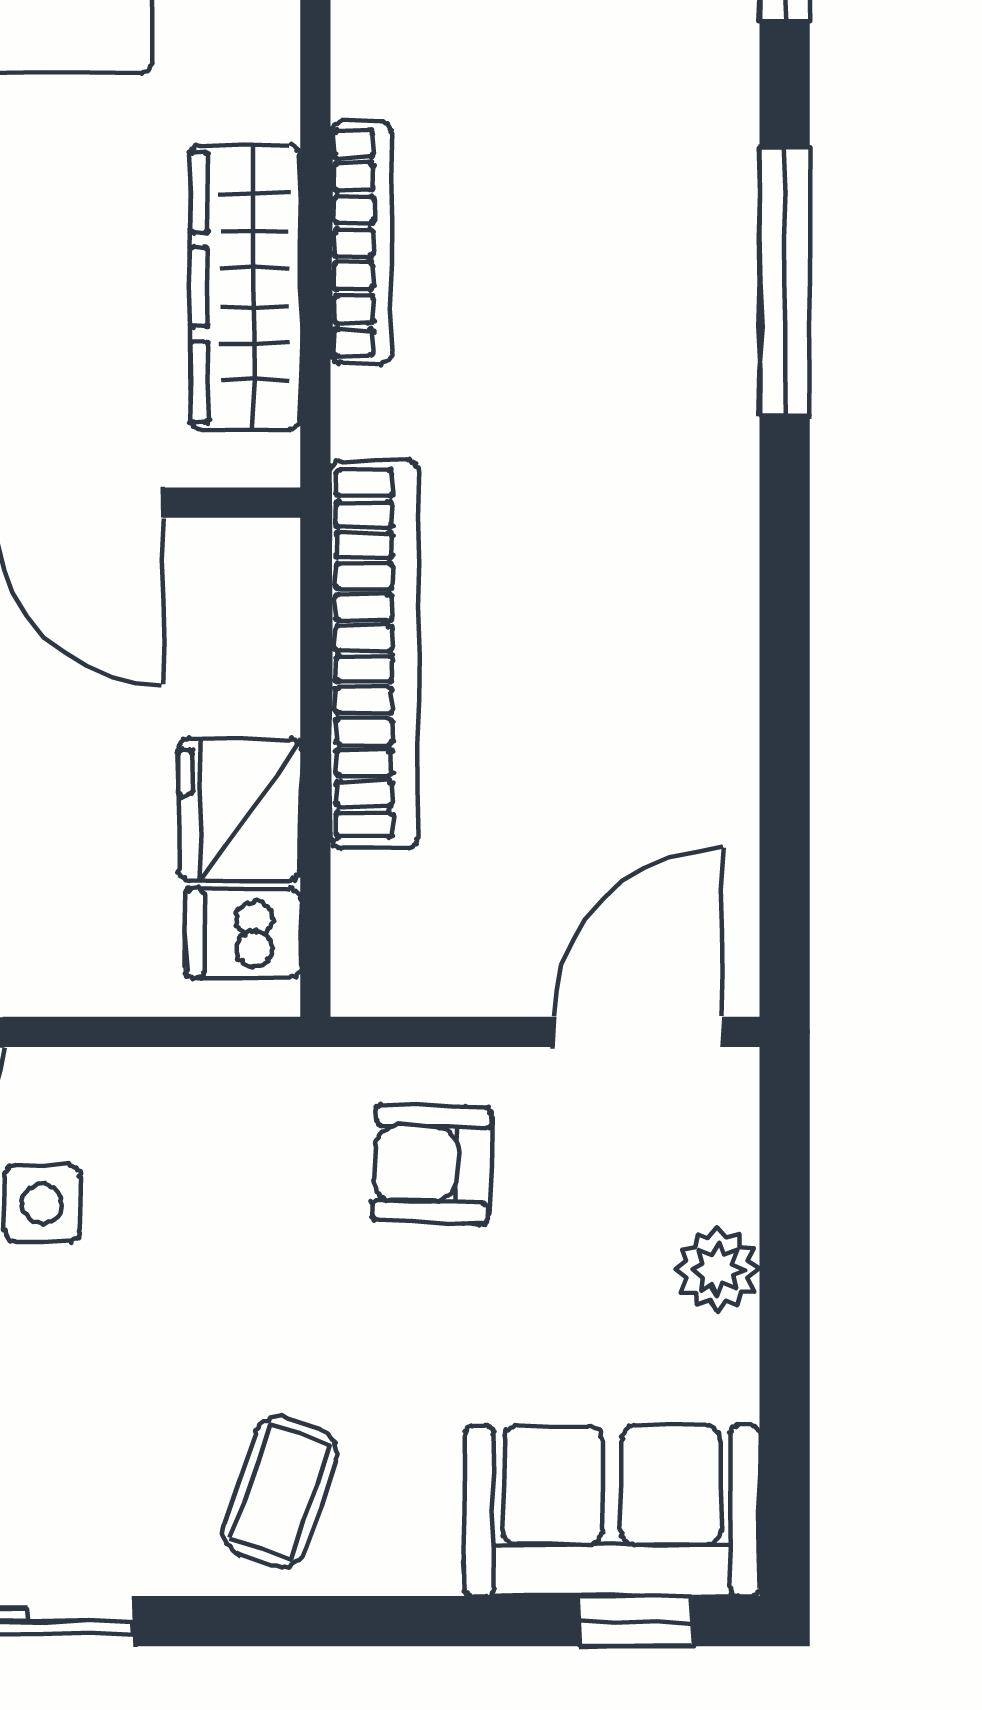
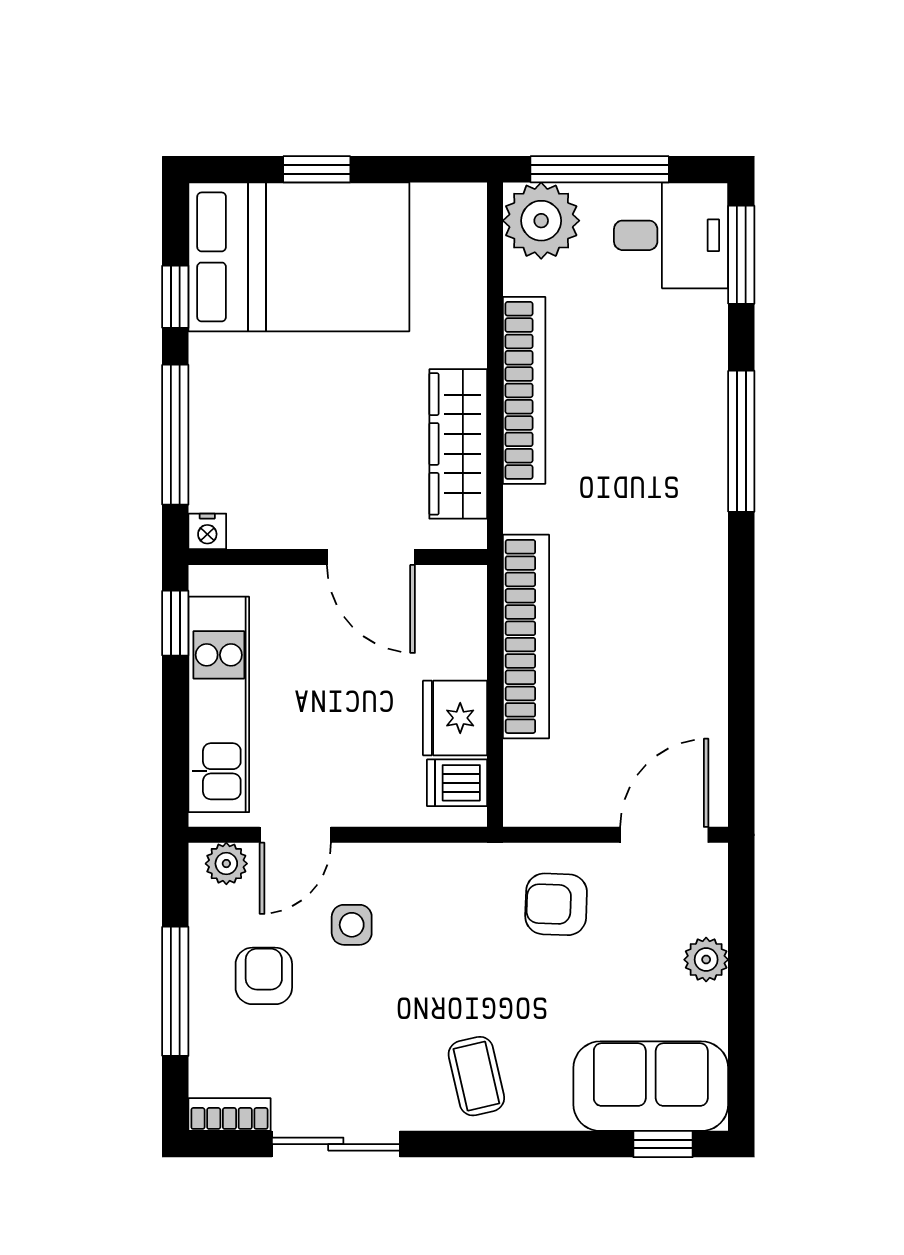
bookcase: (361, 243) -> (524, 390), width x1.48, depth x1.31
coffee table: (280, 1492) -> (476, 1076), turned -32

